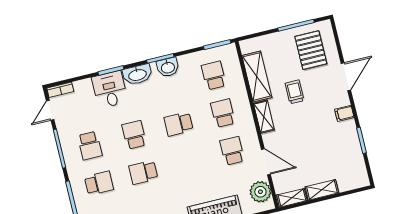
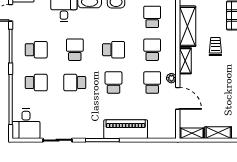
school desk: (179, 124) -> (114, 50), turned 180
school desk: (90, 146) -> (36, 50), turned -90
school desk: (188, 162) -> (114, 83), added
plant: (260, 192) -> (171, 78), moved, width x0.53, depth x0.53

